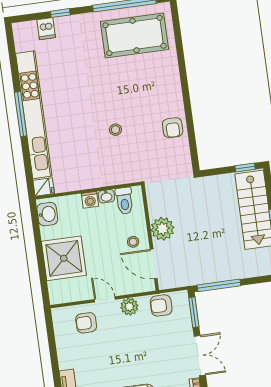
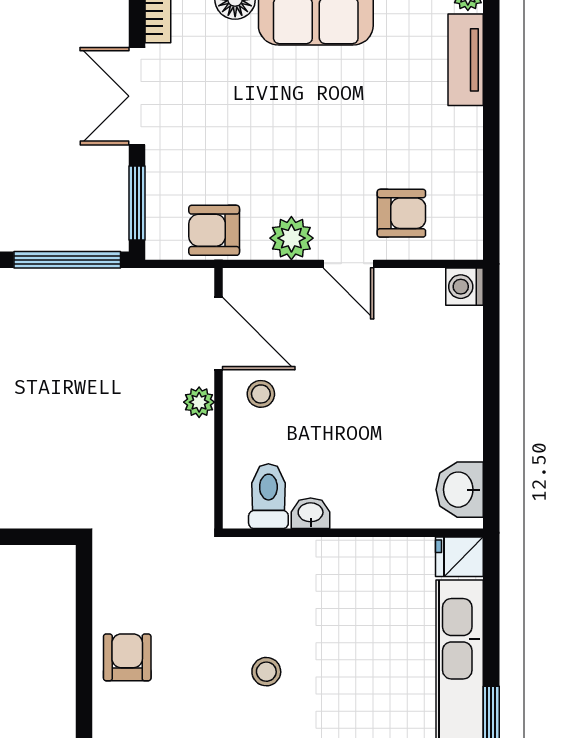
washing machine: (90, 200) -> (465, 287), moved, turned -90
plant: (162, 229) -> (199, 402), width x0.53, depth x0.53
shower: (64, 258) -> (434, 377), removed
armchair: (161, 305) -> (214, 230), turned 180

